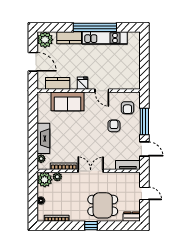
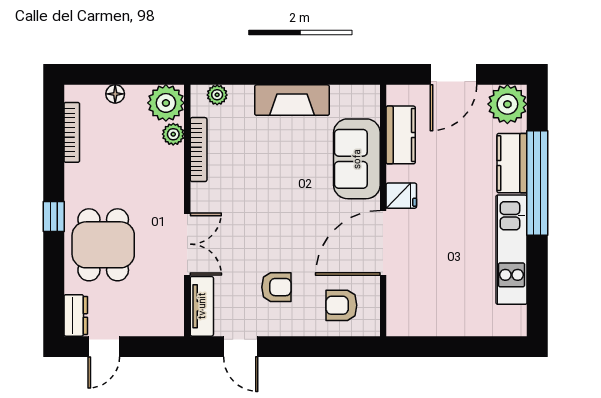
window: (95, 27) -> (537, 183), moved
door: (102, 91) -> (383, 243), width x1.88
window: (144, 121) -> (308, 347), removed
armchair: (114, 126) -> (276, 287), moved
fireplace: (43, 138) -> (292, 100), moved
door: (144, 149) -> (241, 347), hinge flipped
double door: (91, 171) -> (187, 244), moved
door: (144, 193) -> (104, 347), moved

